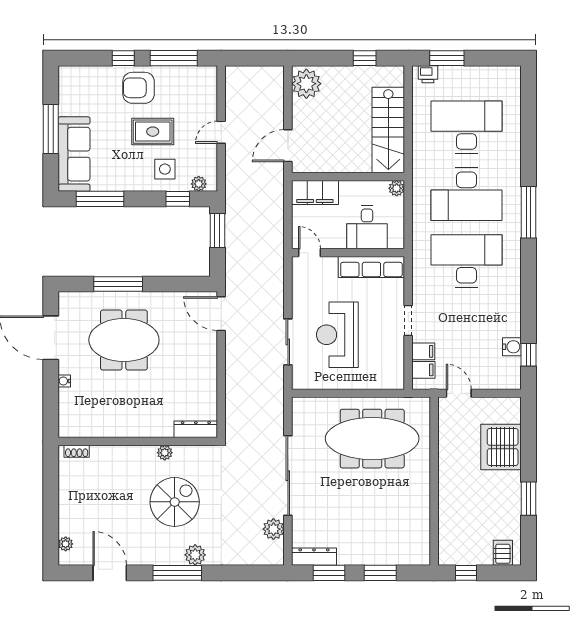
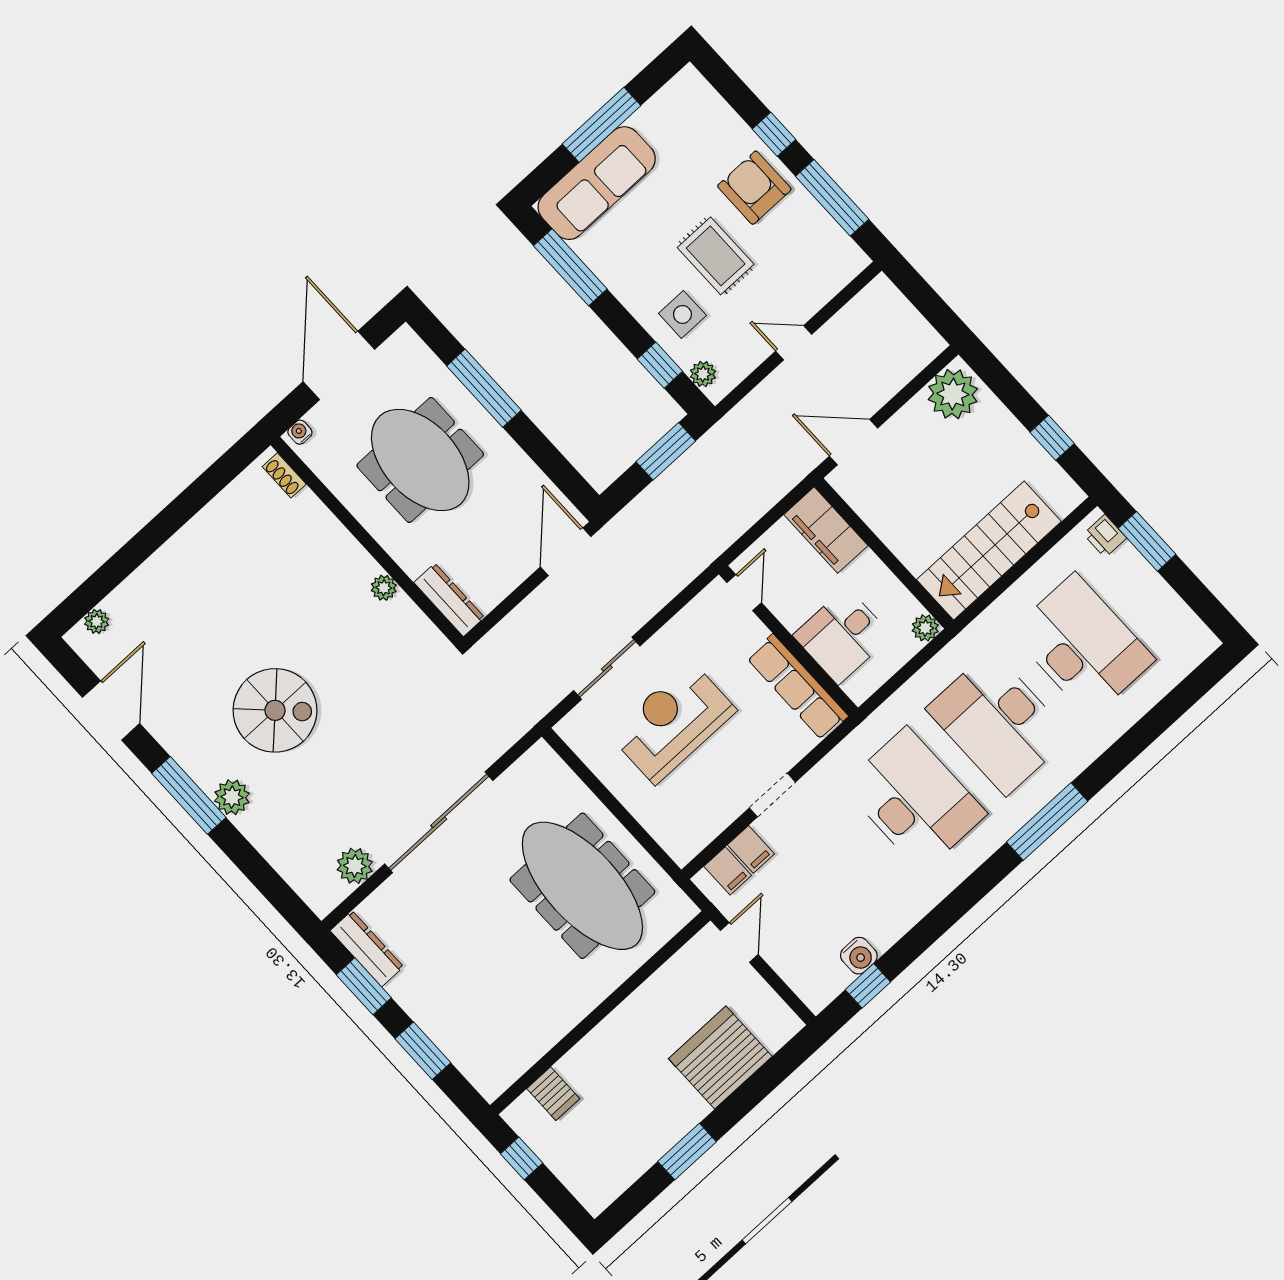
dresser: (196, 429) -> (449, 600), moved
wall: (138, 441) -> (367, 541), moved
shoe rack: (77, 451) -> (284, 475), moved
plant: (165, 453) -> (384, 588), moved
server rack: (503, 553) -> (553, 1094), moved, turned 90

